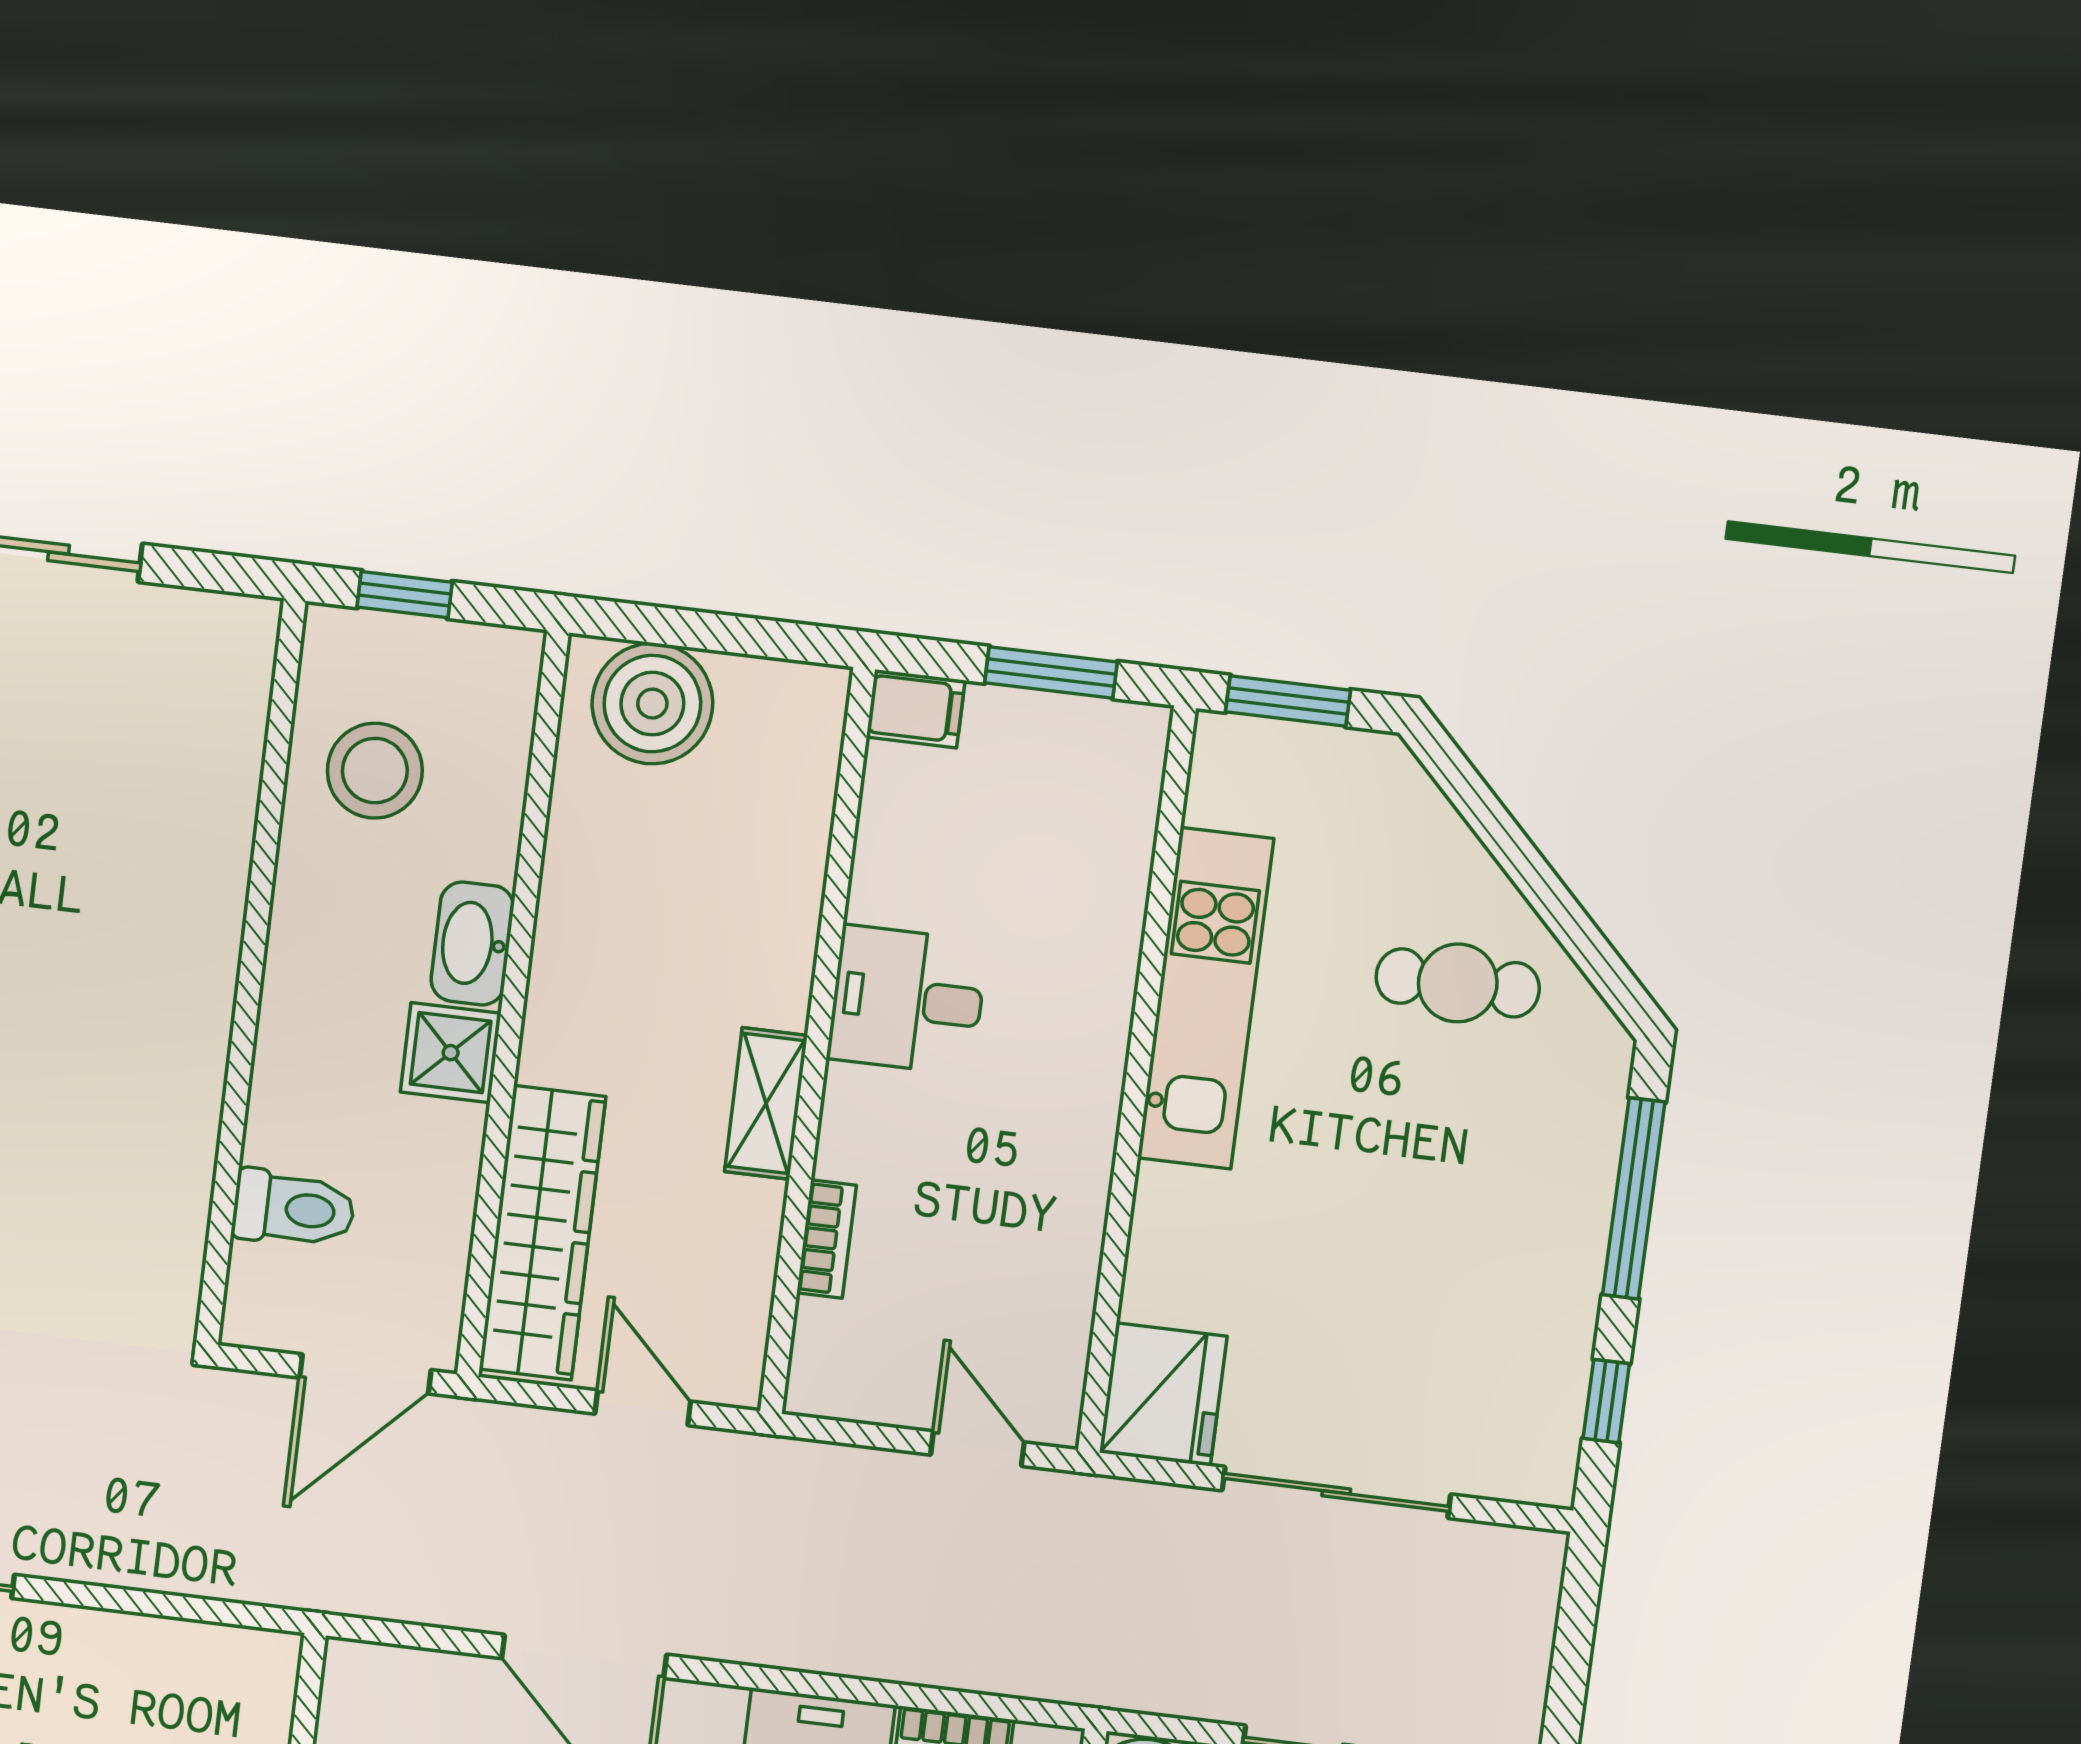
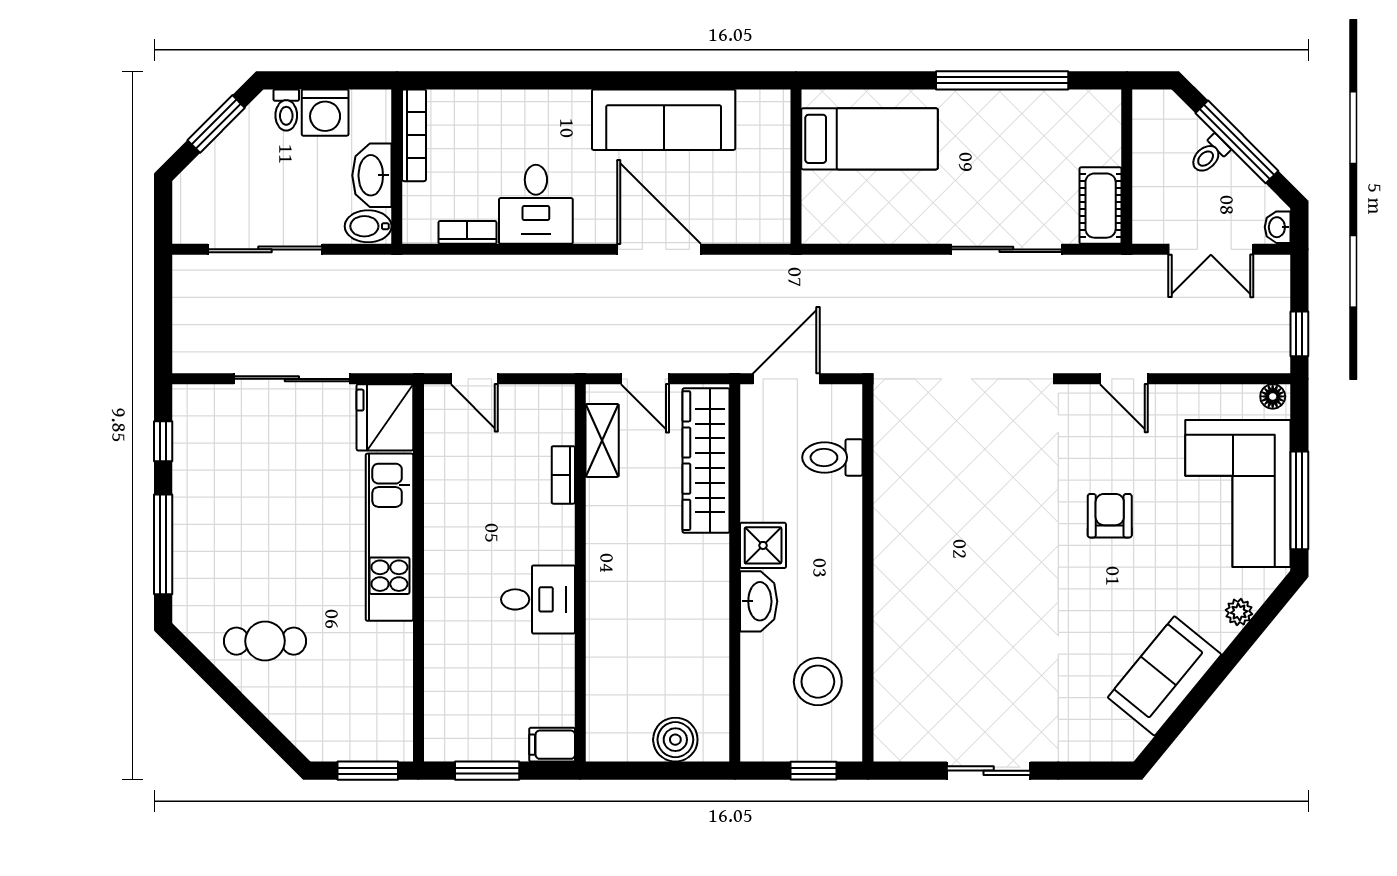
boiler: (652, 704) -> (675, 740), width x0.73, depth x0.73
kitchen unit: (1206, 998) -> (389, 537), moved
shelving: (766, 1104) -> (602, 440), moved

